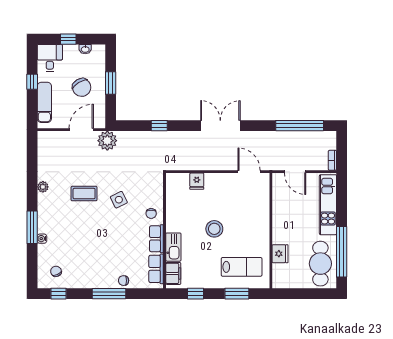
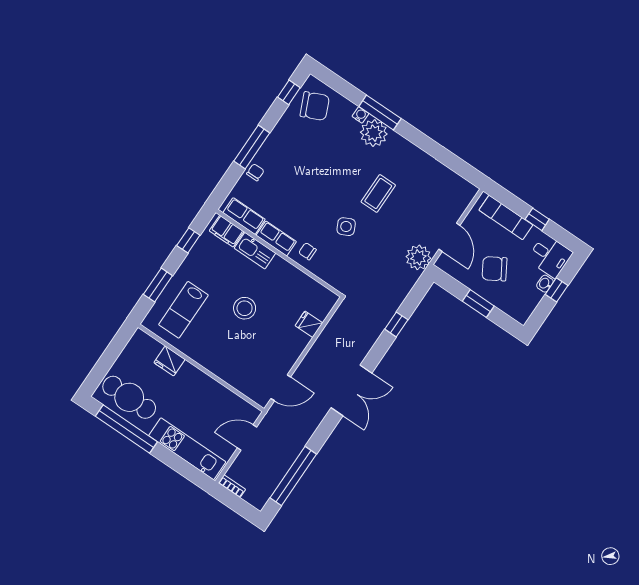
washbasin: (85, 49) -> (545, 284), moved
plant: (43, 187) -> (374, 133), moved, width x1.87, depth x1.87
chair: (56, 271) -> (315, 106), width x1.87, depth x1.87

